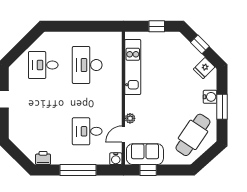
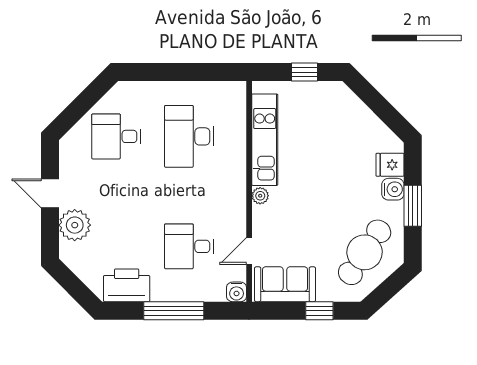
window: (200, 44) -> (376, 102), removed
fridge: (204, 68) -> (390, 165), moved, turned 45
plant: (18, 118) -> (75, 225), added
plant: (130, 118) -> (260, 196), moved
printer: (43, 158) -> (127, 285), width x1.87, depth x1.48
window: (148, 170) -> (319, 311), moved

